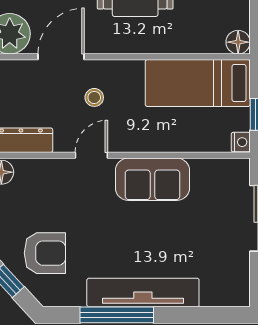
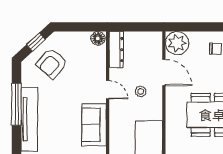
armchair: (45, 253) -> (52, 63), turned 41

